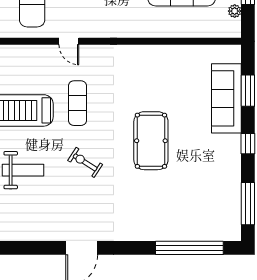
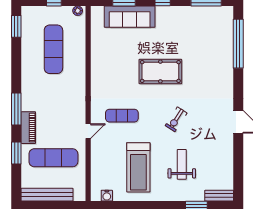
plant: (235, 11) -> (78, 11), moved
exercise mat: (77, 103) -> (122, 116), moved

